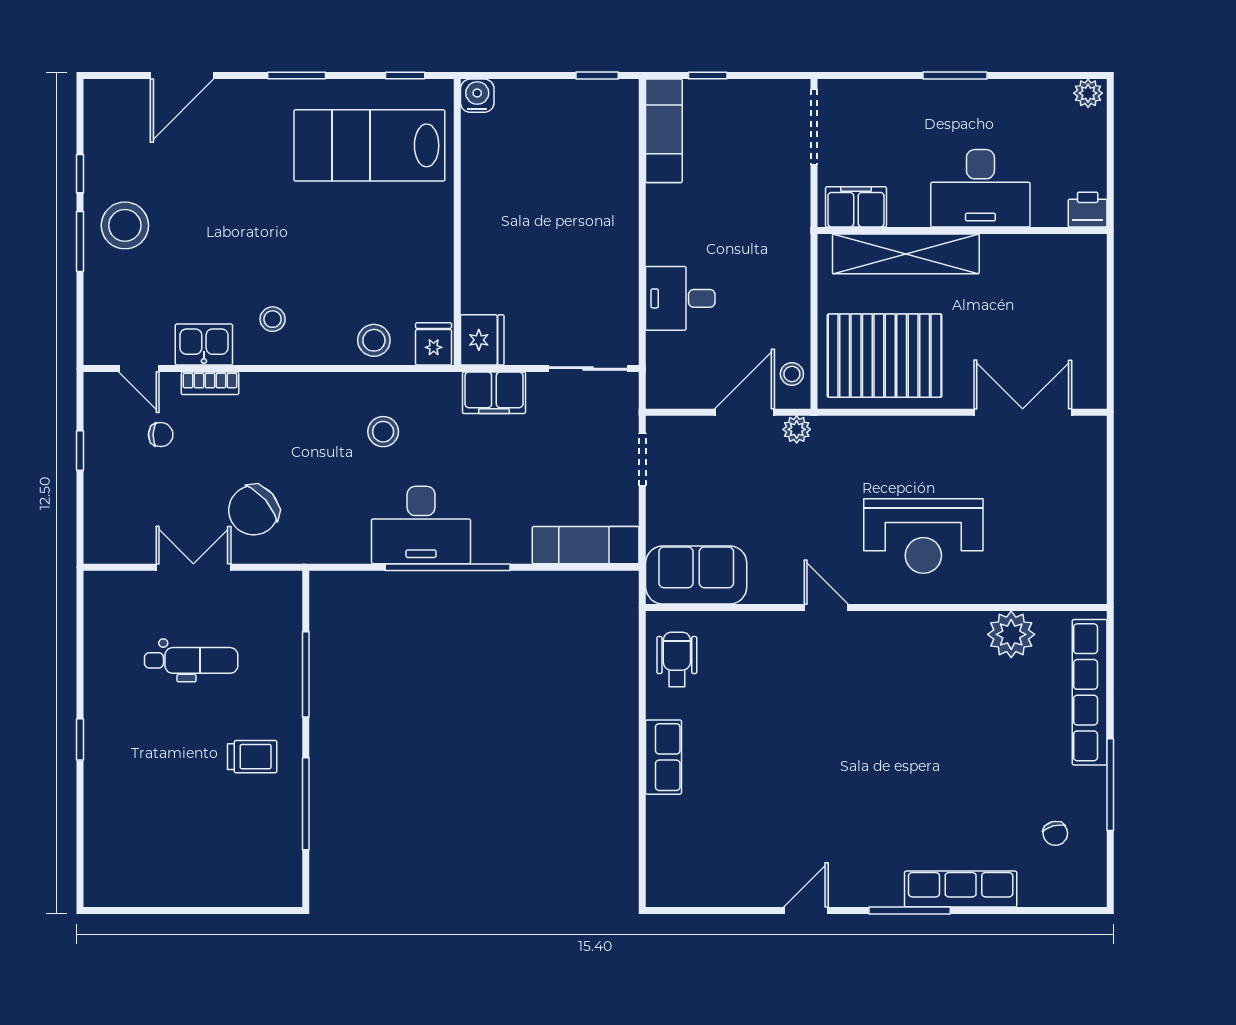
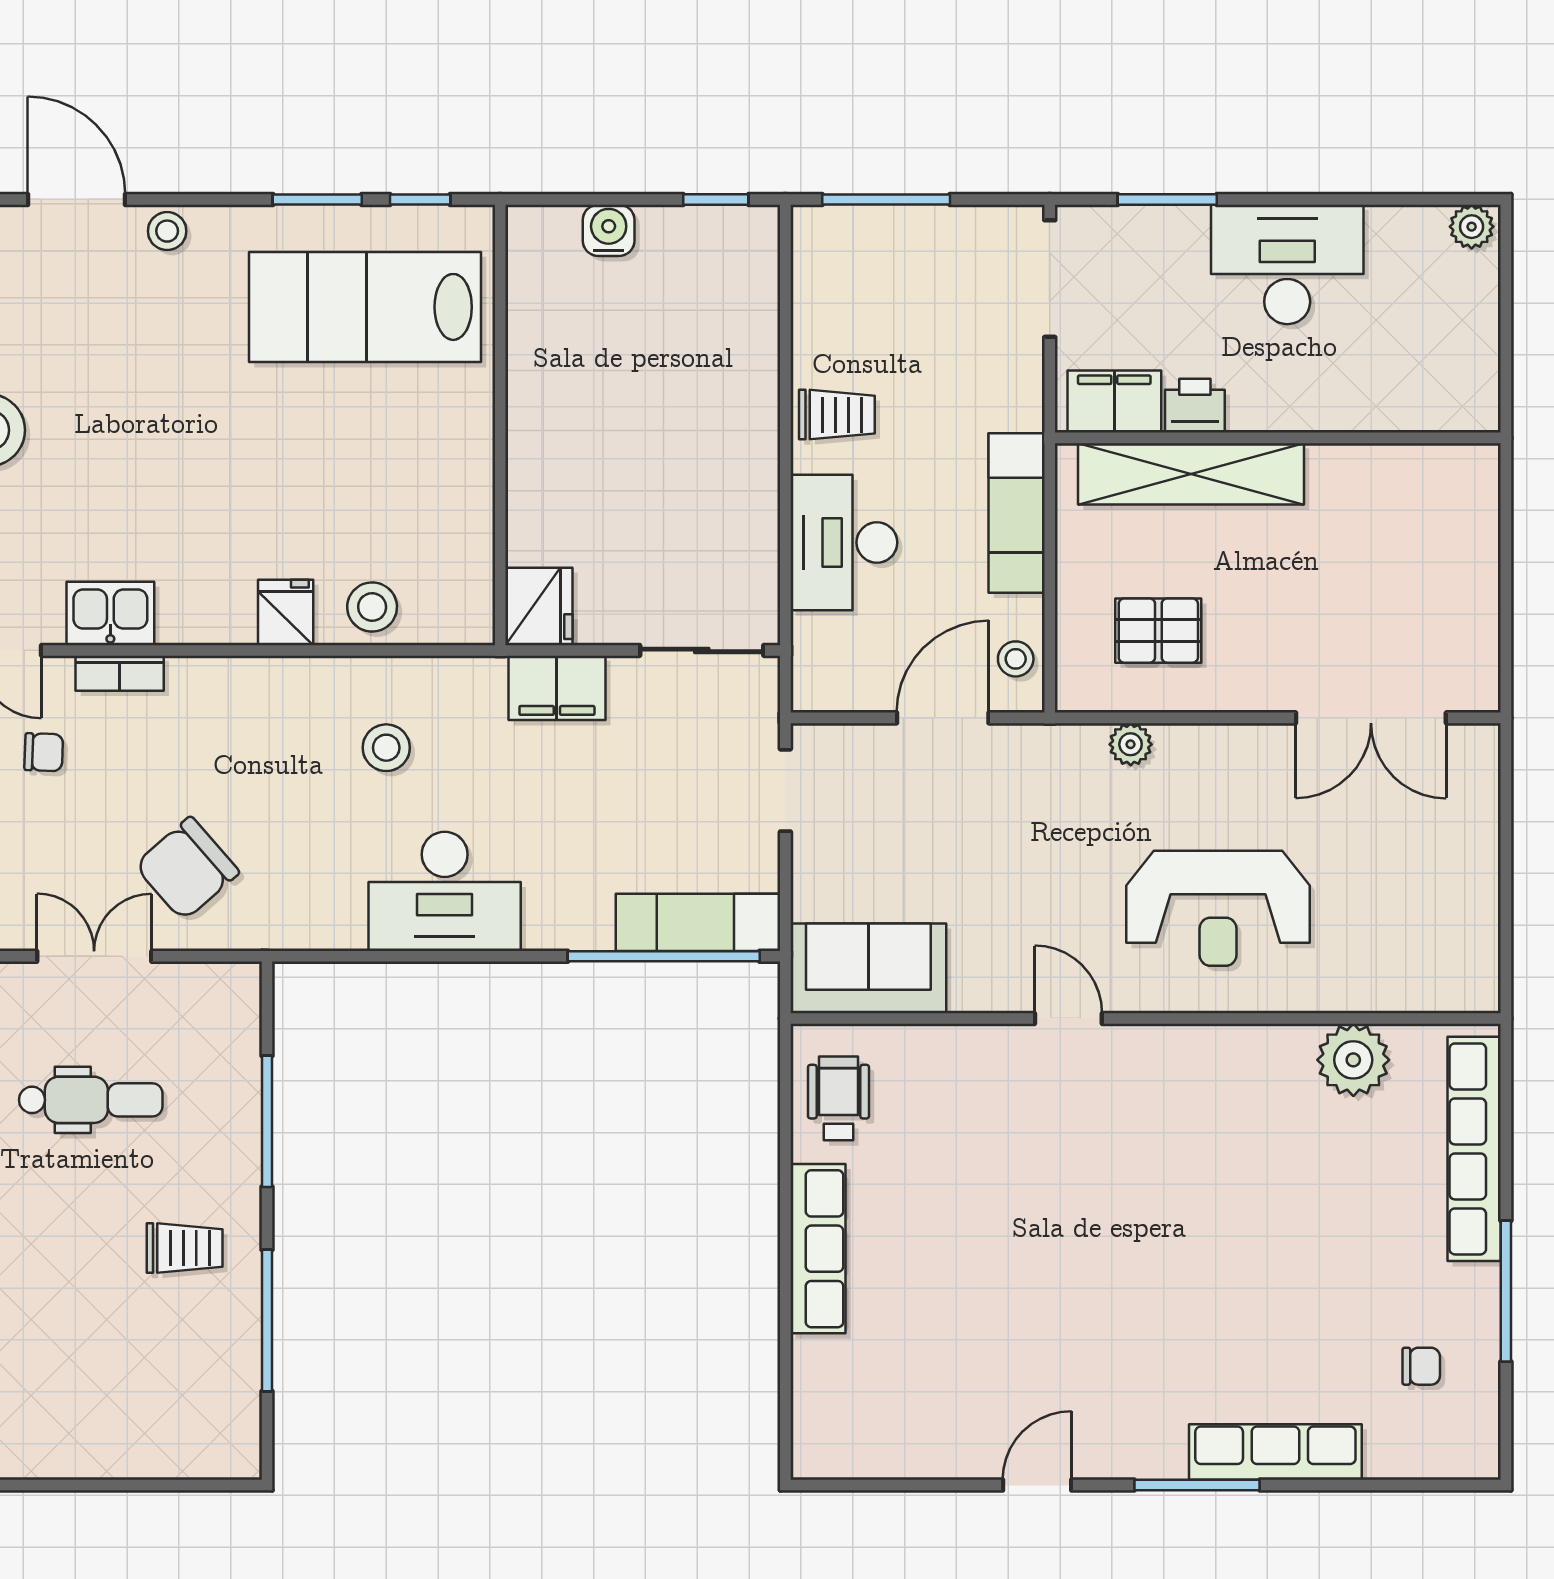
door: (182, 76) -> (77, 199), swing flipped
window: (297, 76) -> (317, 199), moved
window: (708, 76) -> (886, 199), width x2.17
window: (955, 76) -> (1167, 199), moved
water cooler: (477, 96) -> (609, 230), moved
exam couch: (664, 131) -> (1017, 513), moved, turned 180
desk: (980, 188) -> (1287, 264), moved, turned 180
printer: (1088, 210) -> (1195, 406), moved
trolley: (676, 215) -> (837, 415), added
desk: (680, 298) -> (844, 542), width x1.37
stool: (273, 319) -> (167, 231), moved
fridge: (434, 344) -> (286, 612), moved
pallet: (885, 356) -> (1158, 631), width x0.49, depth x0.50
double door: (1023, 412) -> (1371, 718), swing flipped
plant: (797, 429) -> (1131, 744), moved
window: (448, 567) -> (664, 956), moved
row of seats: (663, 757) -> (818, 1249), width x1.48
chair: (1055, 833) -> (1421, 1366), turned -75

